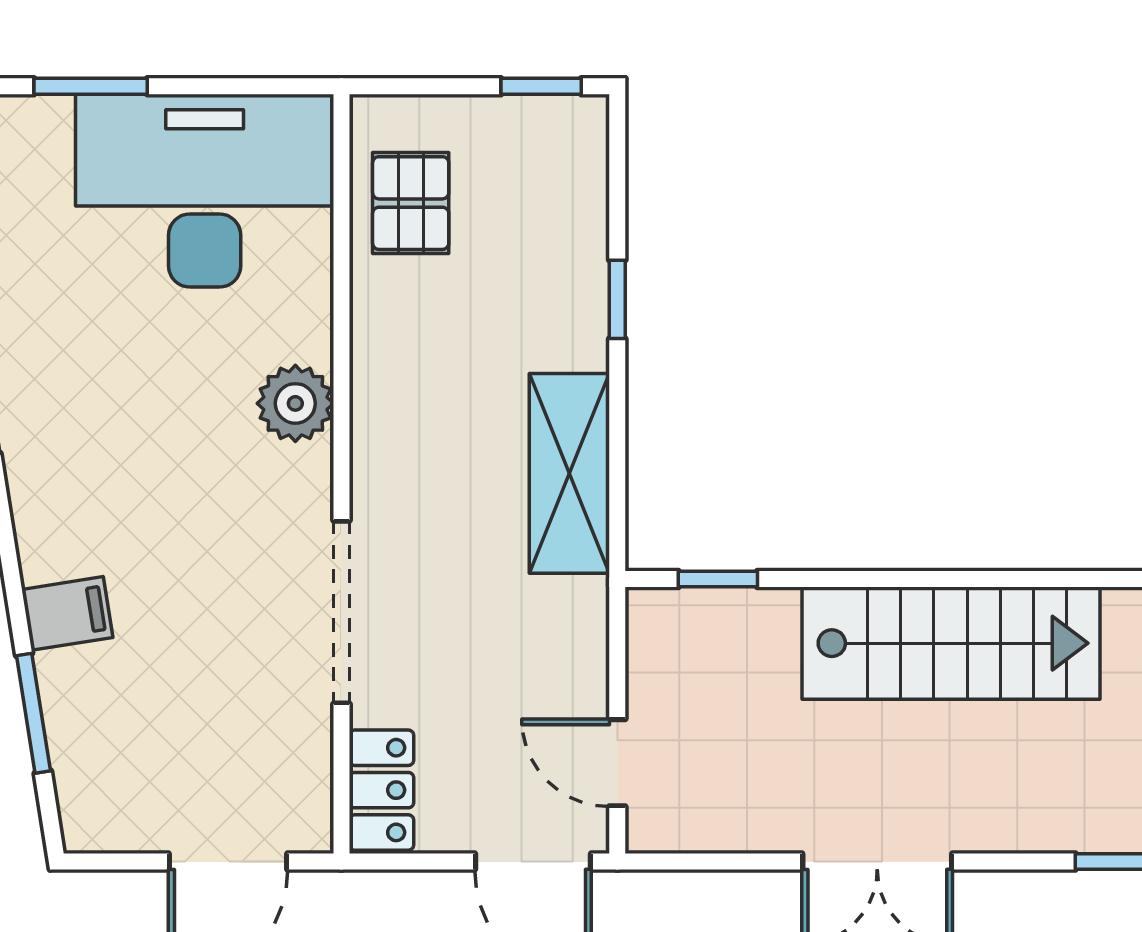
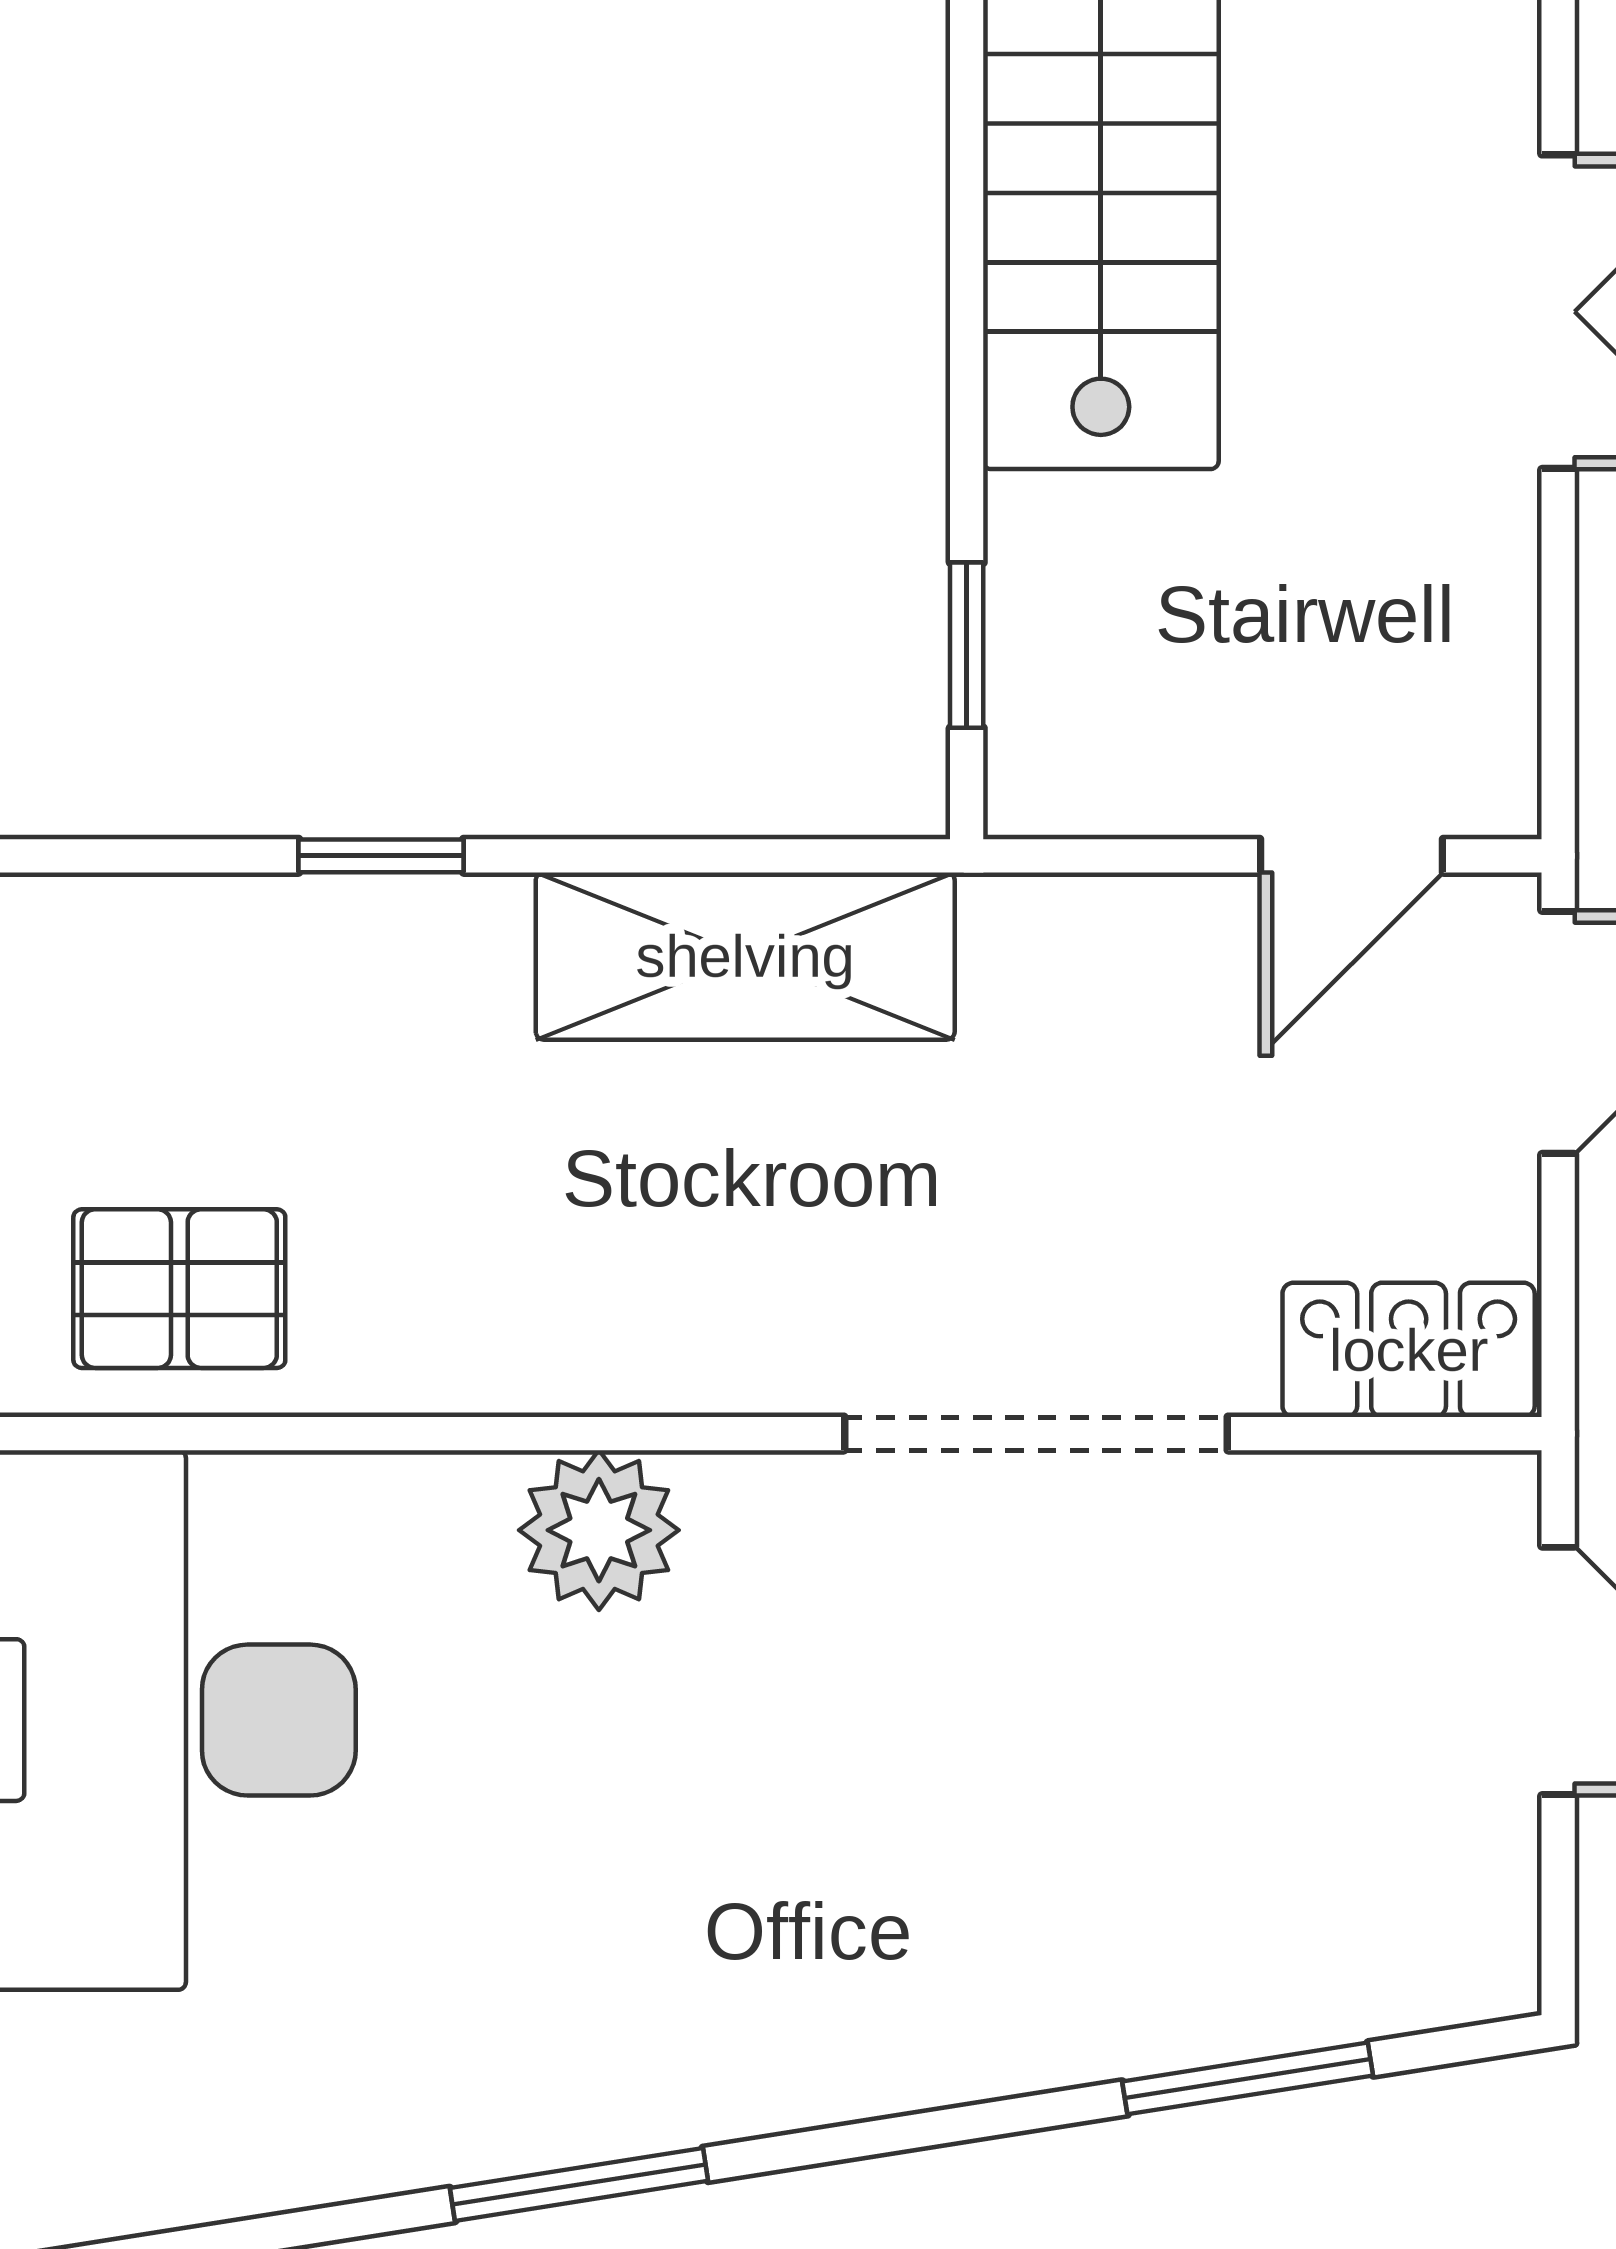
filing cabinet: (67, 613) -> (1039, 2007), removed

